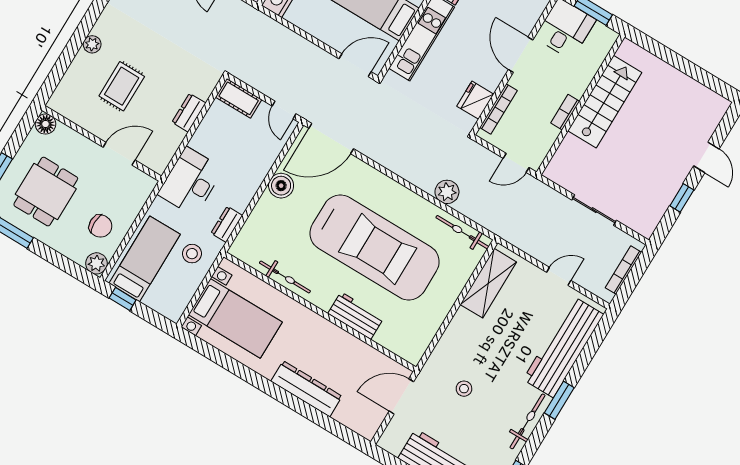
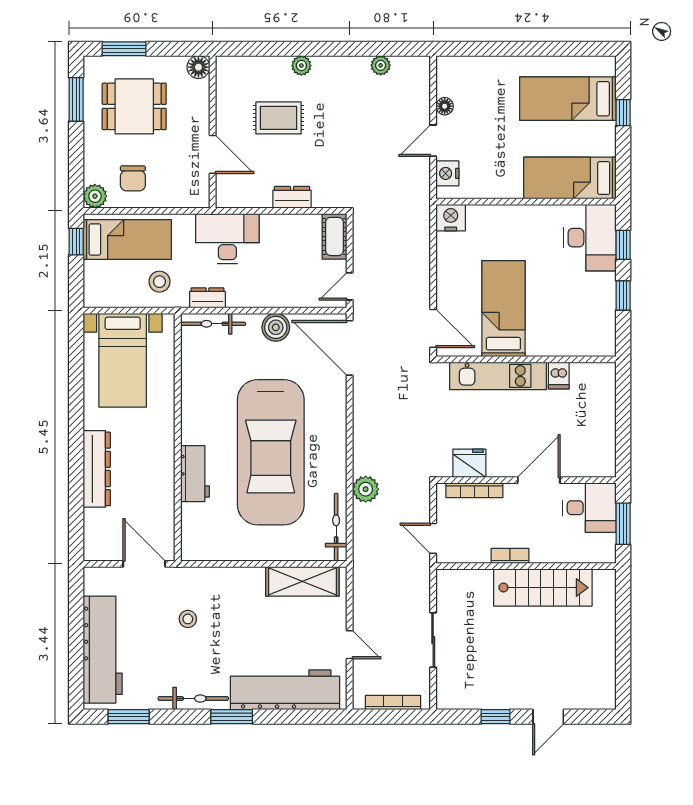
bicycle: (285, 277) -> (213, 324), moved, turned 90

